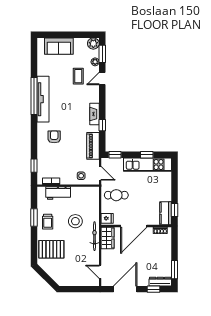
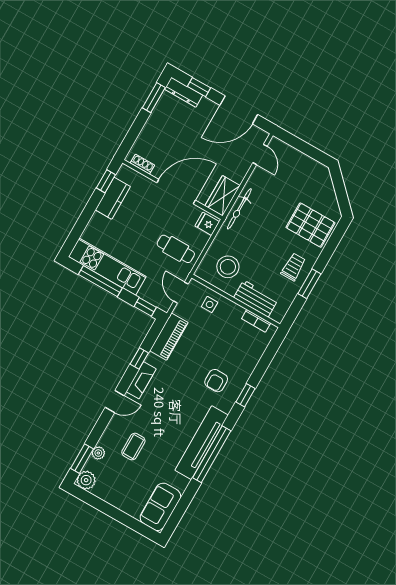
sofa: (59, 46) -> (160, 507), moved, turned -90
door: (102, 79) -> (115, 401), moved
window: (147, 155) -> (100, 281), width x2.17
window: (34, 166) -> (245, 395), moved
kitchen counter: (166, 213) -> (113, 198), moved
stool: (75, 221) -> (228, 267), moved

